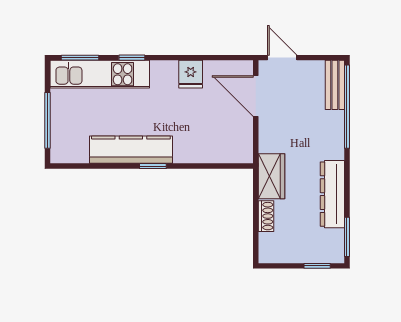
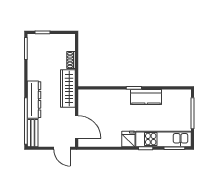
fridge: (191, 74) -> (128, 139), moved
kitchen counter: (131, 150) -> (146, 97), width x0.67
wardrobe: (271, 176) -> (68, 89), width x1.50
dresser: (332, 194) -> (34, 100), moved

